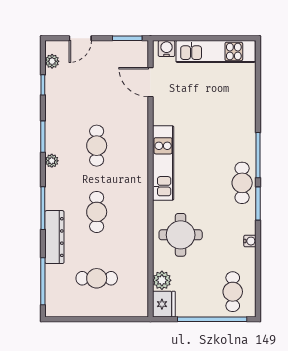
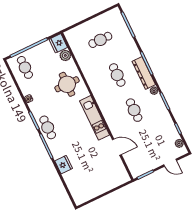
door: (80, 38) -> (170, 163), swing flipped
water cooler: (167, 49) -> (122, 179), removed
kitchen unit: (216, 52) -> (95, 190), removed
door: (150, 82) -> (117, 147), moved
fridge: (245, 114) -> (64, 165), added
dresser: (54, 237) -> (144, 73), moved

